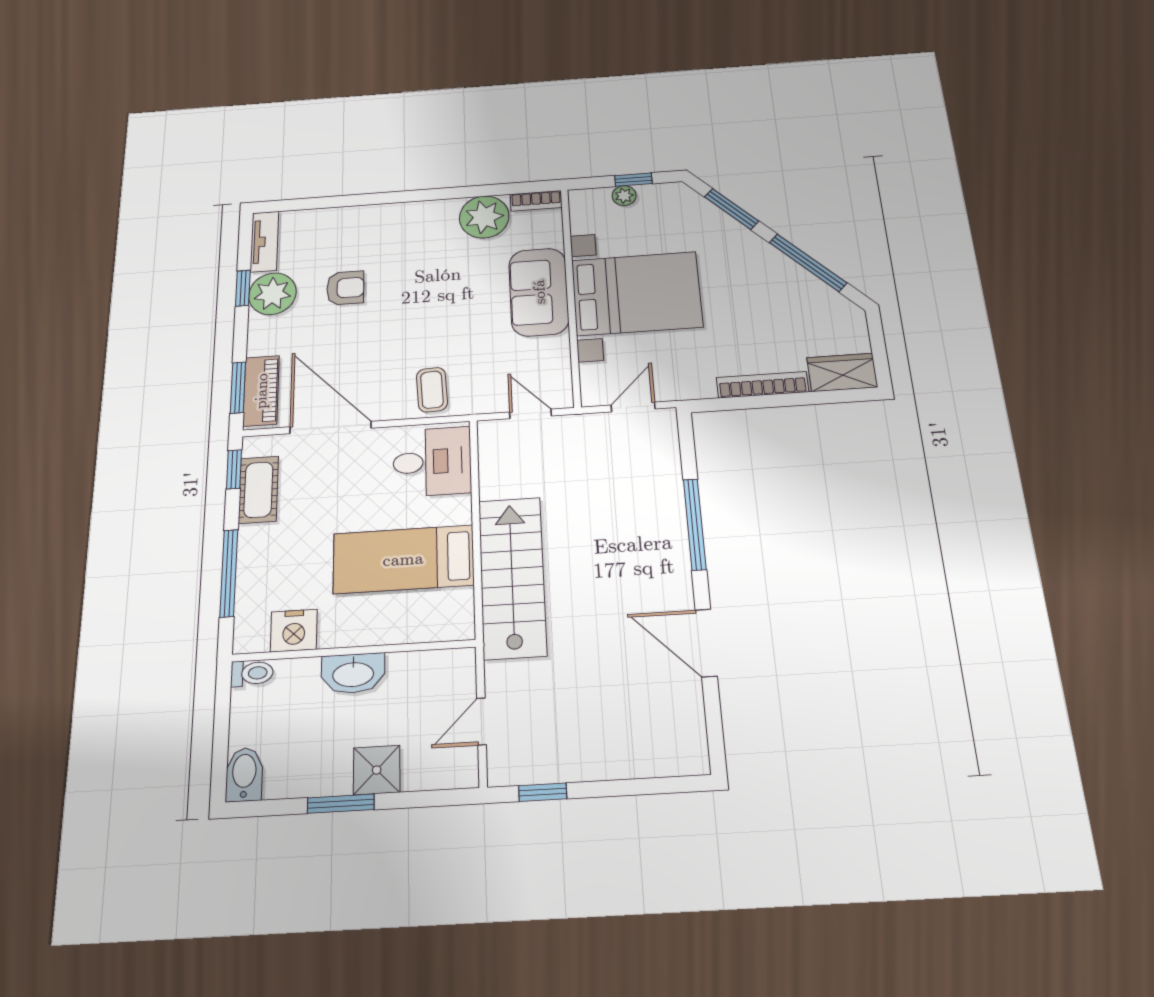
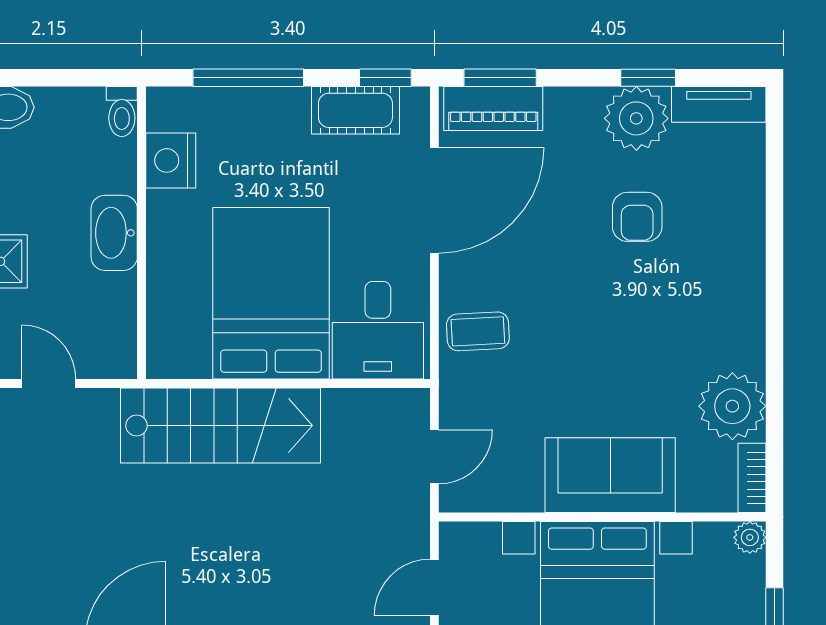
plant: (624, 196) -> (750, 537), moved
door: (633, 407) -> (434, 587), swing flipped
bed: (403, 559) -> (271, 293), width x1.50

